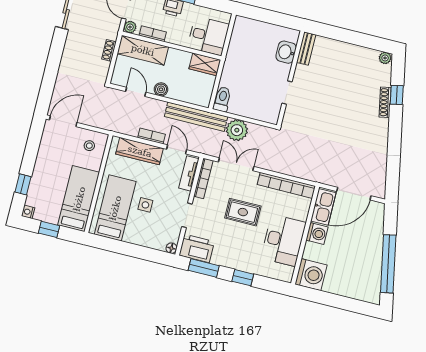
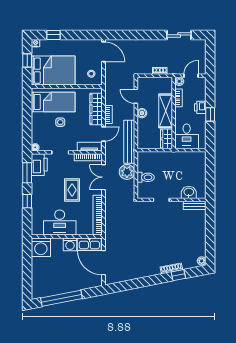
shelving: (143, 50) -> (166, 111), moved
door: (136, 92) -> (136, 96), swing flipped
toilet: (222, 99) -> (146, 177), moved
double door: (236, 164) -> (104, 177), swing flipped
bed: (79, 199) -> (53, 71), width x1.50

